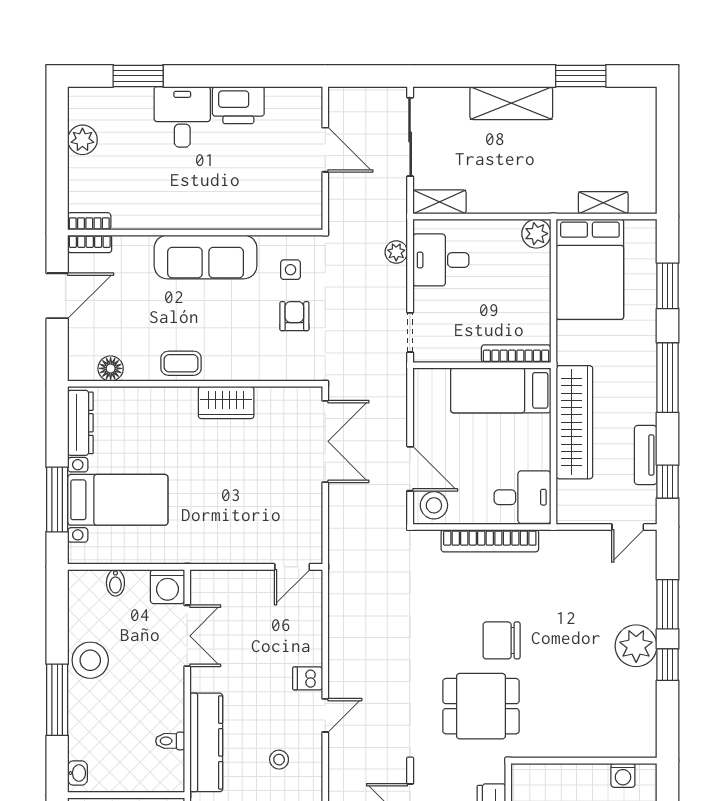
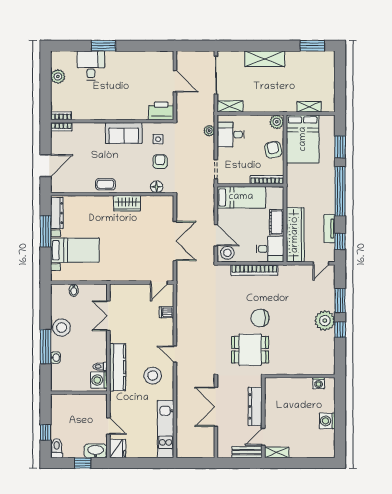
window: (138, 76) -> (103, 46), moved
window: (581, 76) -> (312, 46), moved
printer: (238, 105) -> (161, 111), moved, turned 180
desk: (182, 117) -> (91, 65), moved
sofa: (206, 257) -> (124, 133), width x0.73
armchair: (529, 292) -> (273, 150), added
door: (57, 296) -> (46, 166), moved
floor lamp: (111, 368) -> (157, 187), moved
window: (668, 378) -> (340, 191), width x1.46
bed: (501, 390) -> (241, 197), moved, turned 180
wardrobe: (574, 422) -> (295, 235), moved
double door: (325, 441) -> (175, 241), moved
cot: (536, 442) -> (277, 222), added
window: (57, 500) -> (46, 231), moved
washing machine: (167, 587) -> (99, 380), moved, turned 90
double door: (187, 636) -> (108, 316), swing flipped
dishwasher: (308, 678) -> (166, 312), moved
door: (325, 715) -> (175, 354), swing flipped
stool: (279, 760) -> (153, 375), width x1.89, depth x1.89
washbasin: (78, 773) -> (55, 358), moved

